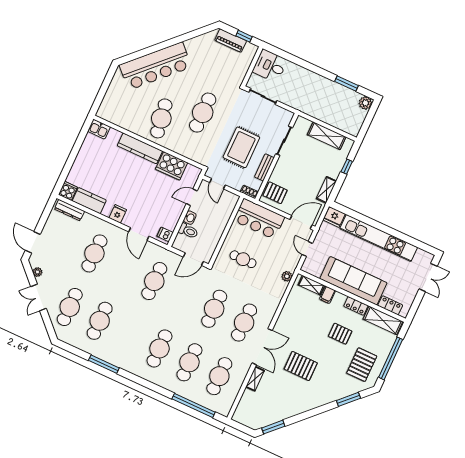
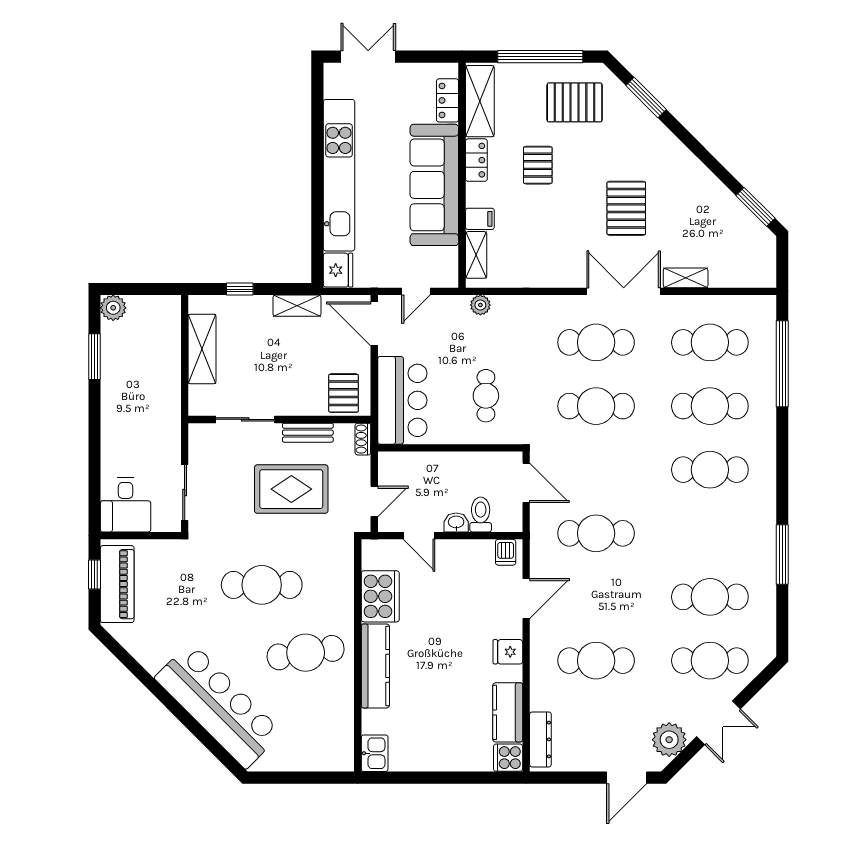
piano: (231, 41) -> (117, 584), width x1.37, depth x1.33
plant: (37, 272) -> (669, 740), width x1.88, depth x1.88

